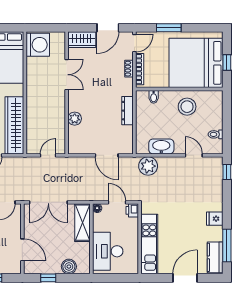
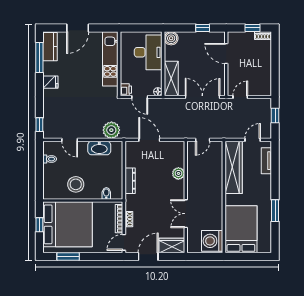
window: (169, 28) -> (68, 256), moved
boiler: (69, 267) -> (171, 38), moved

